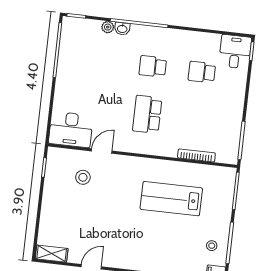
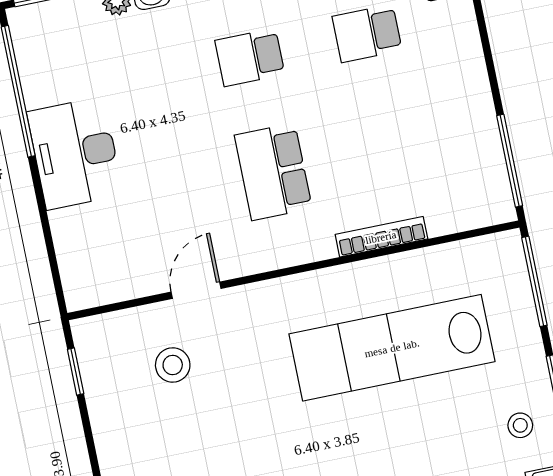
desk: (71, 129) -> (75, 153), moved, turned 90
bookcase: (196, 155) -> (381, 237), moved
lab bench: (171, 199) -> (392, 348), width x1.36

